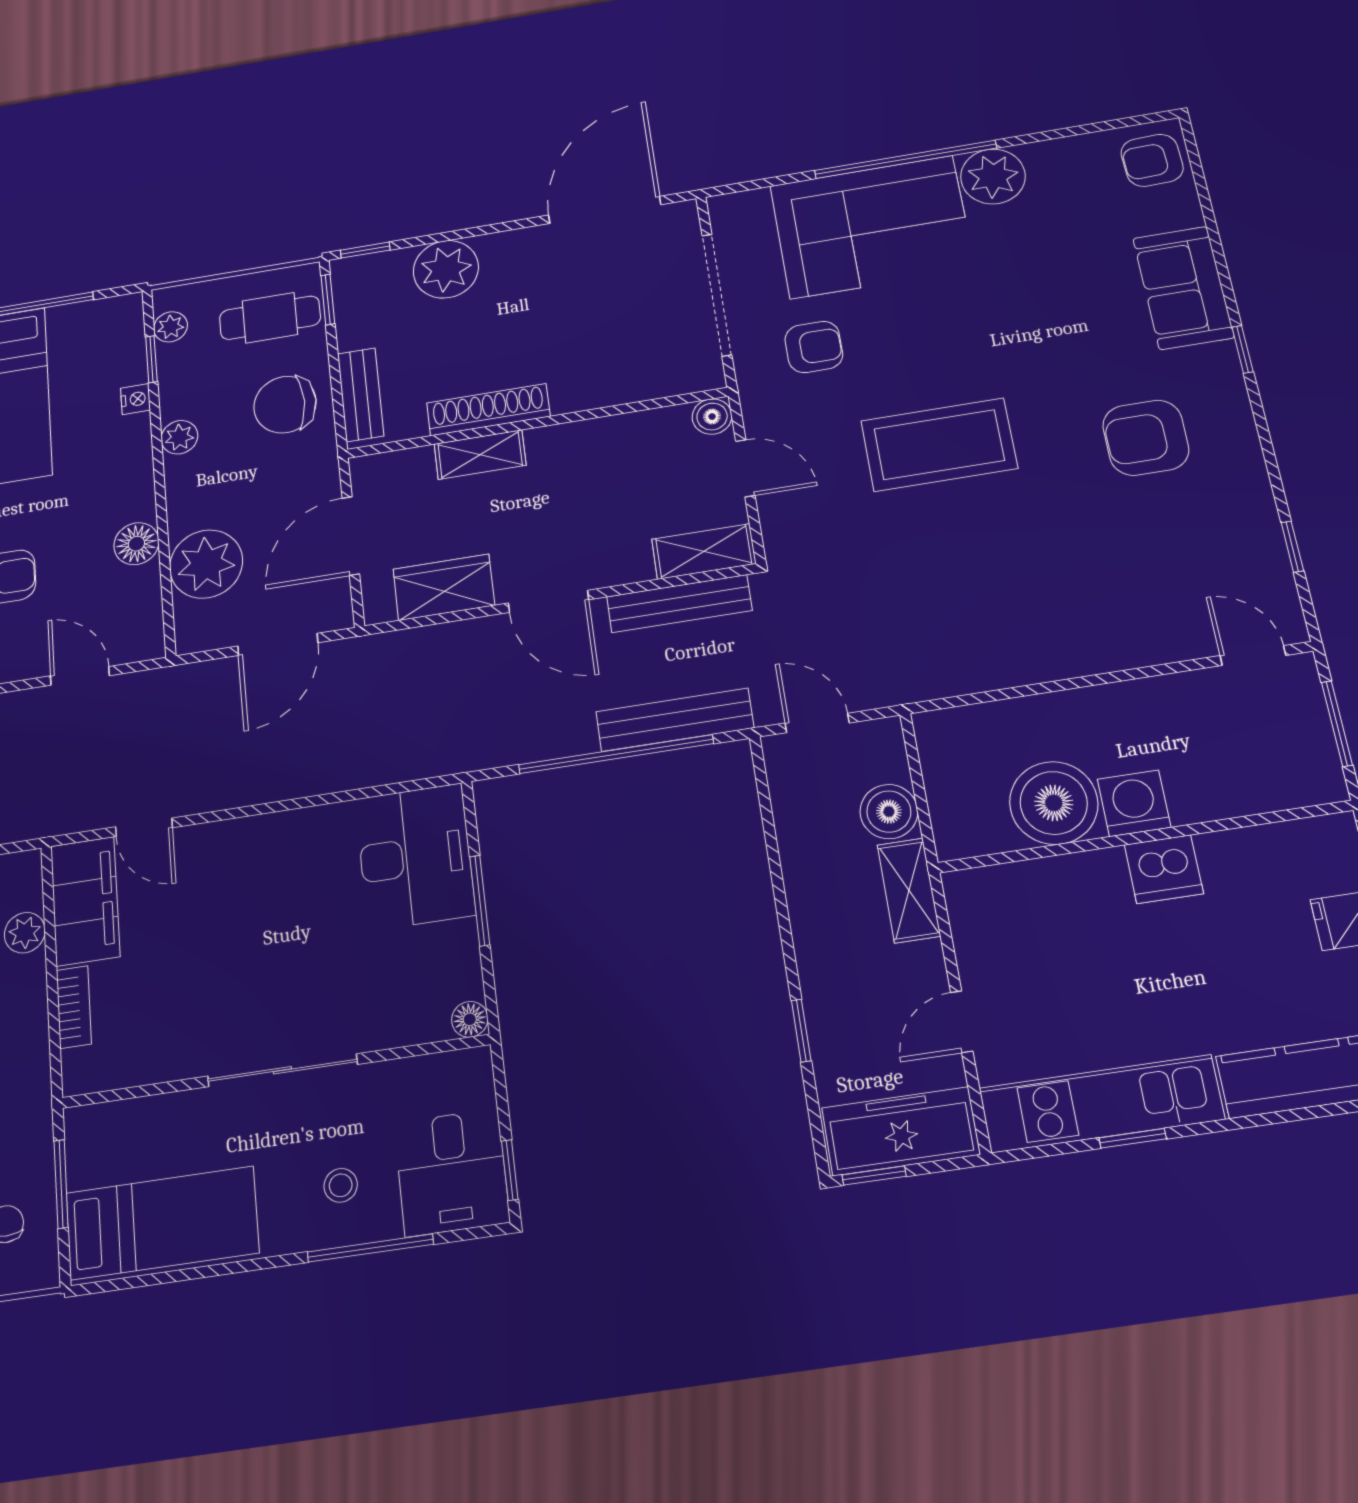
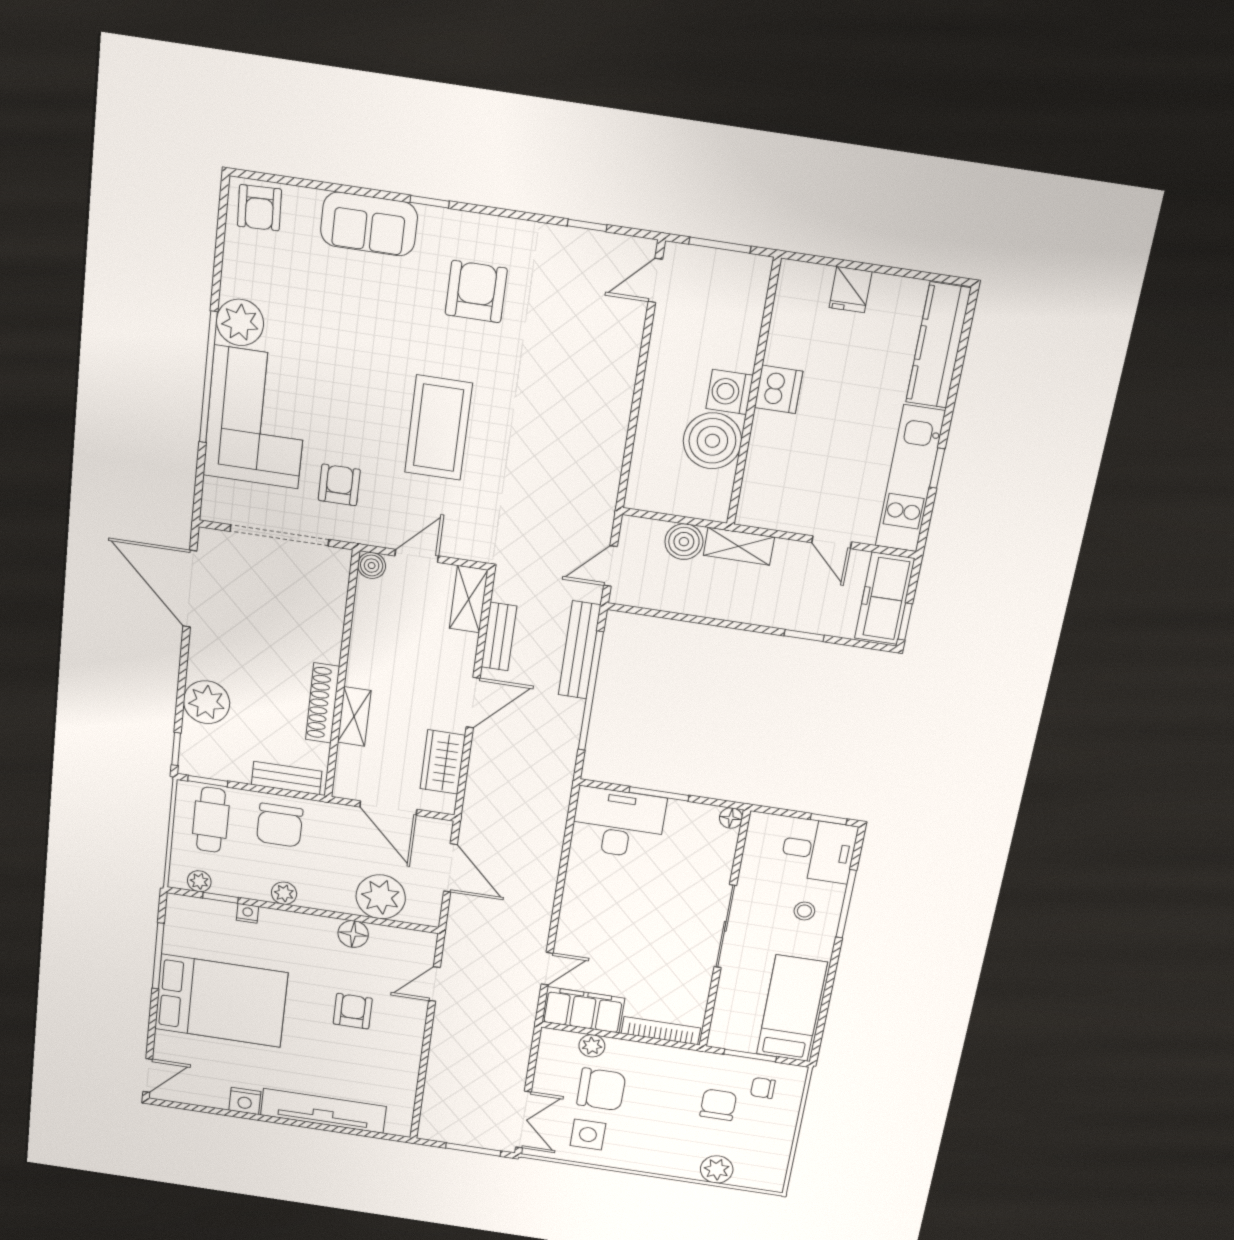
armchair: (1146, 438) -> (476, 292), turned 180
bench: (679, 604) -> (499, 637), width x0.73
bookcase: (74, 1007) -> (661, 1031), width x1.56

